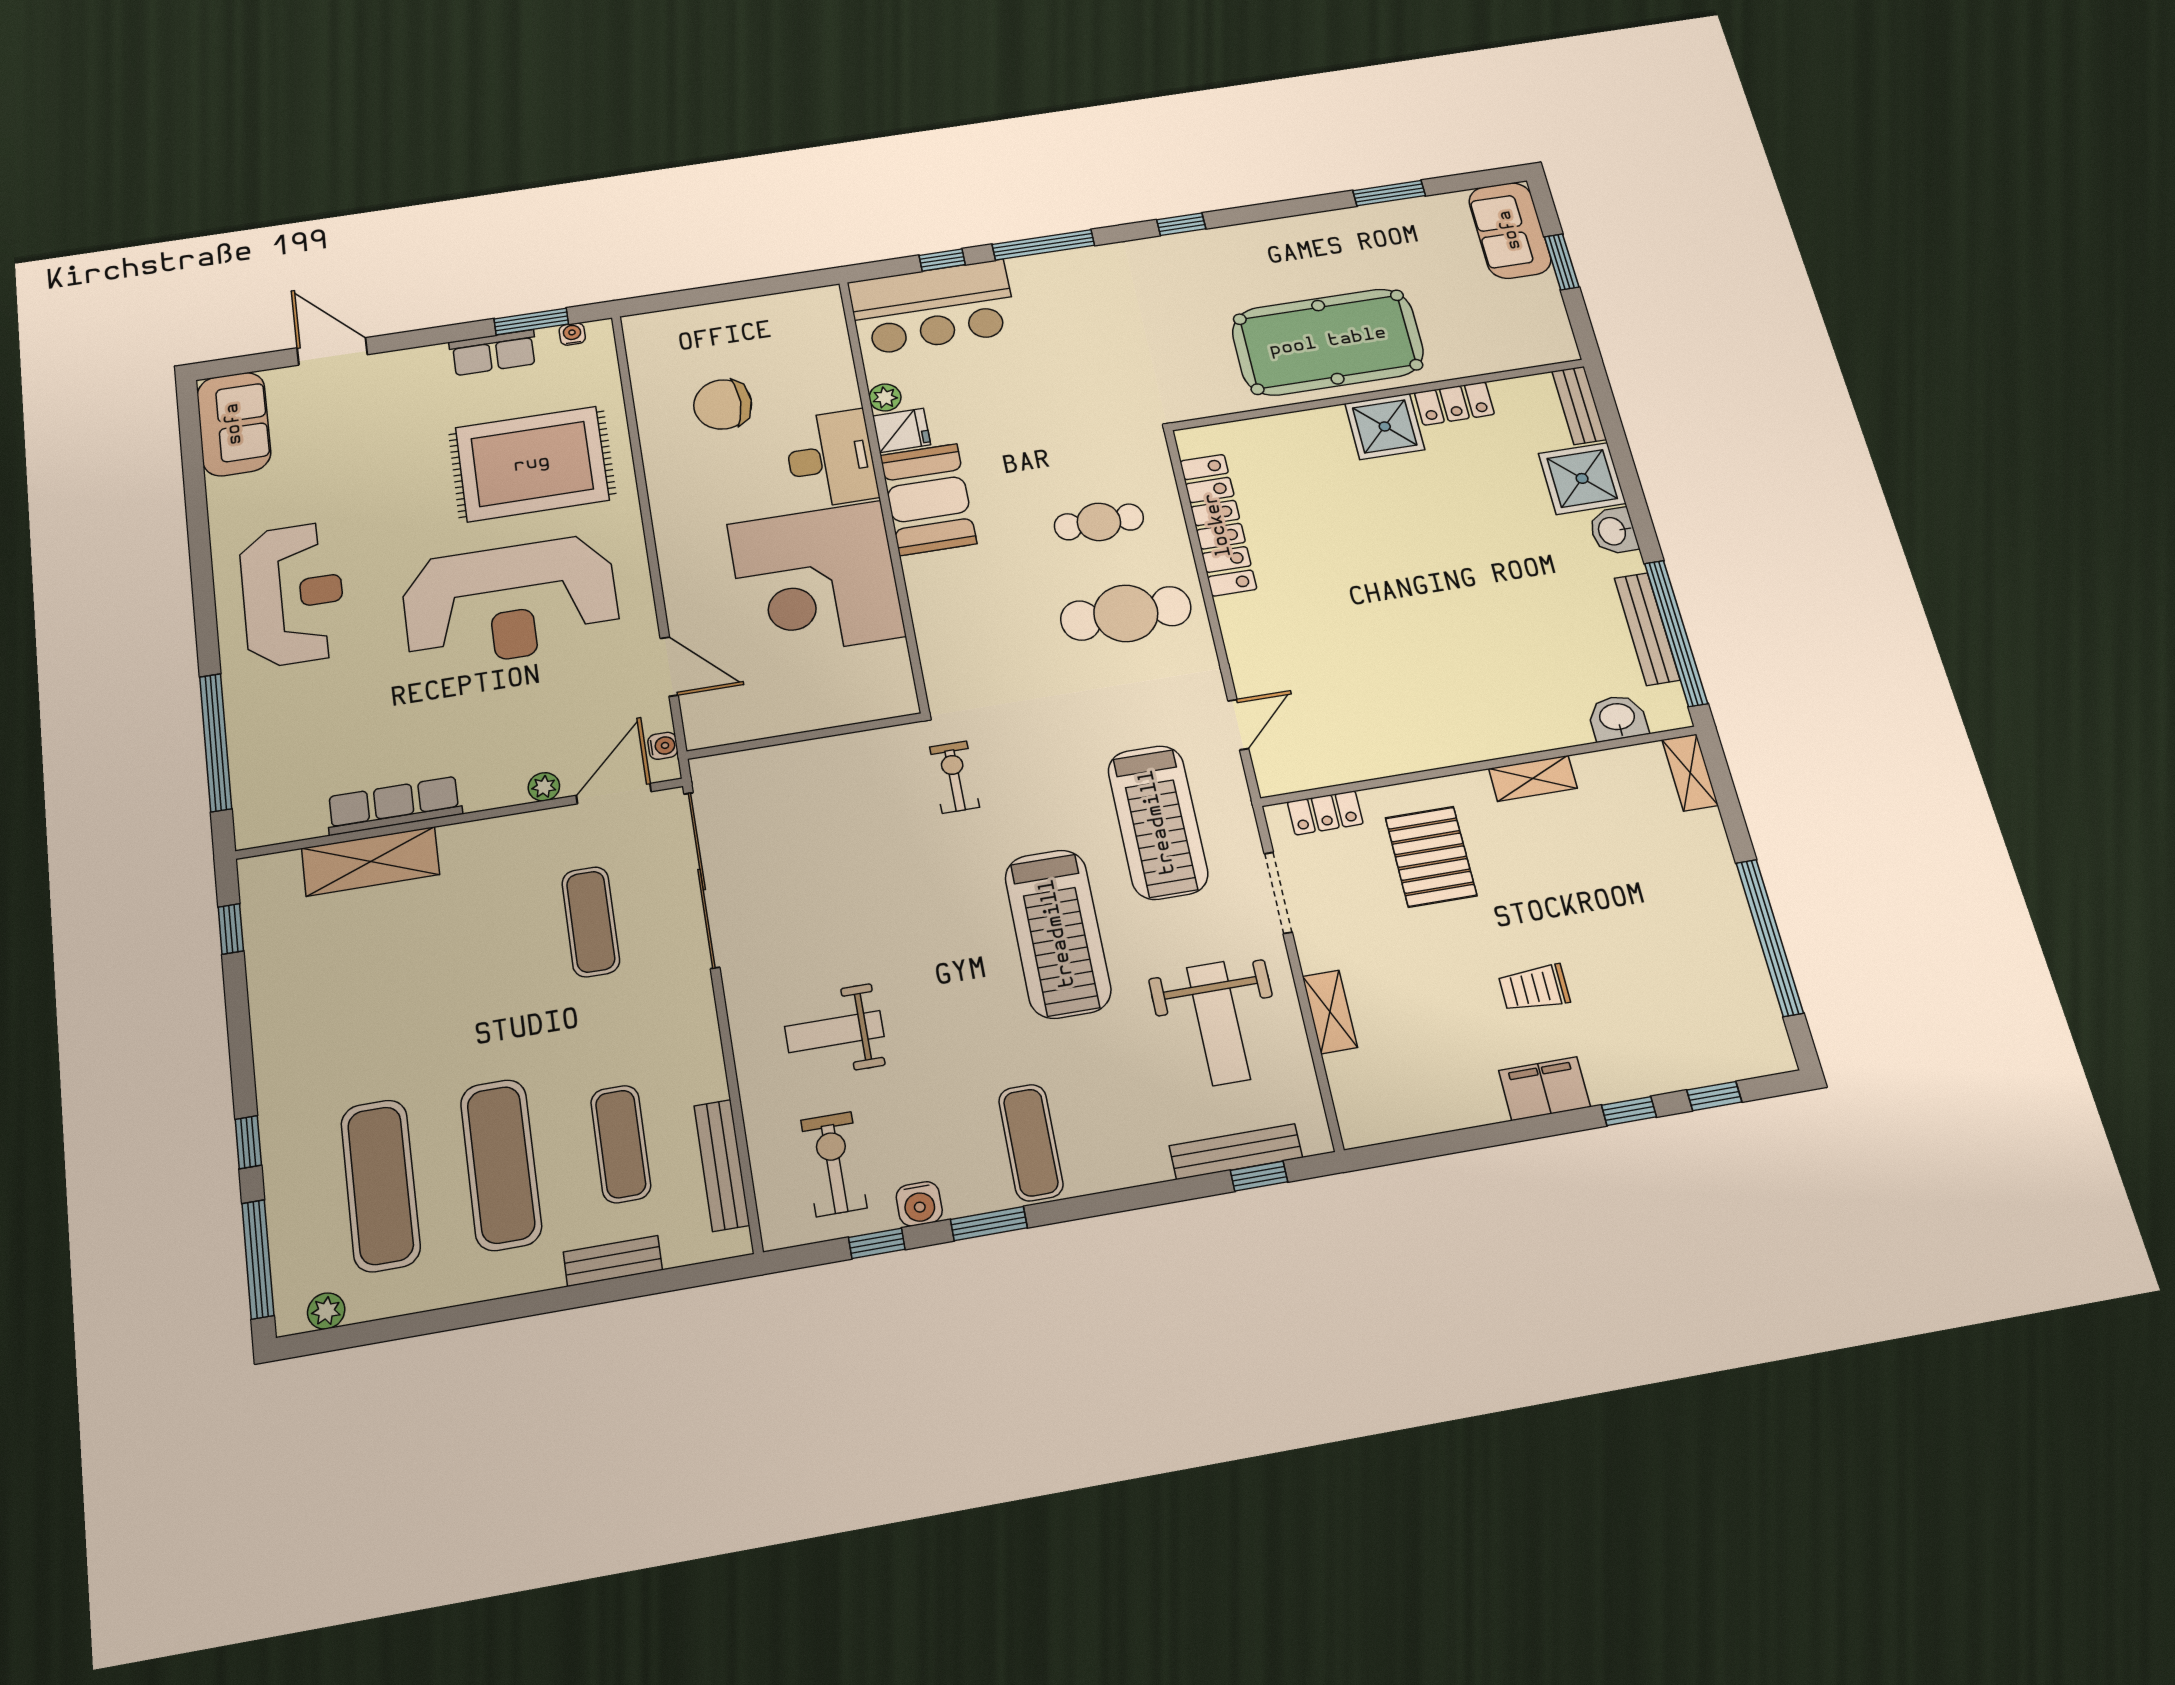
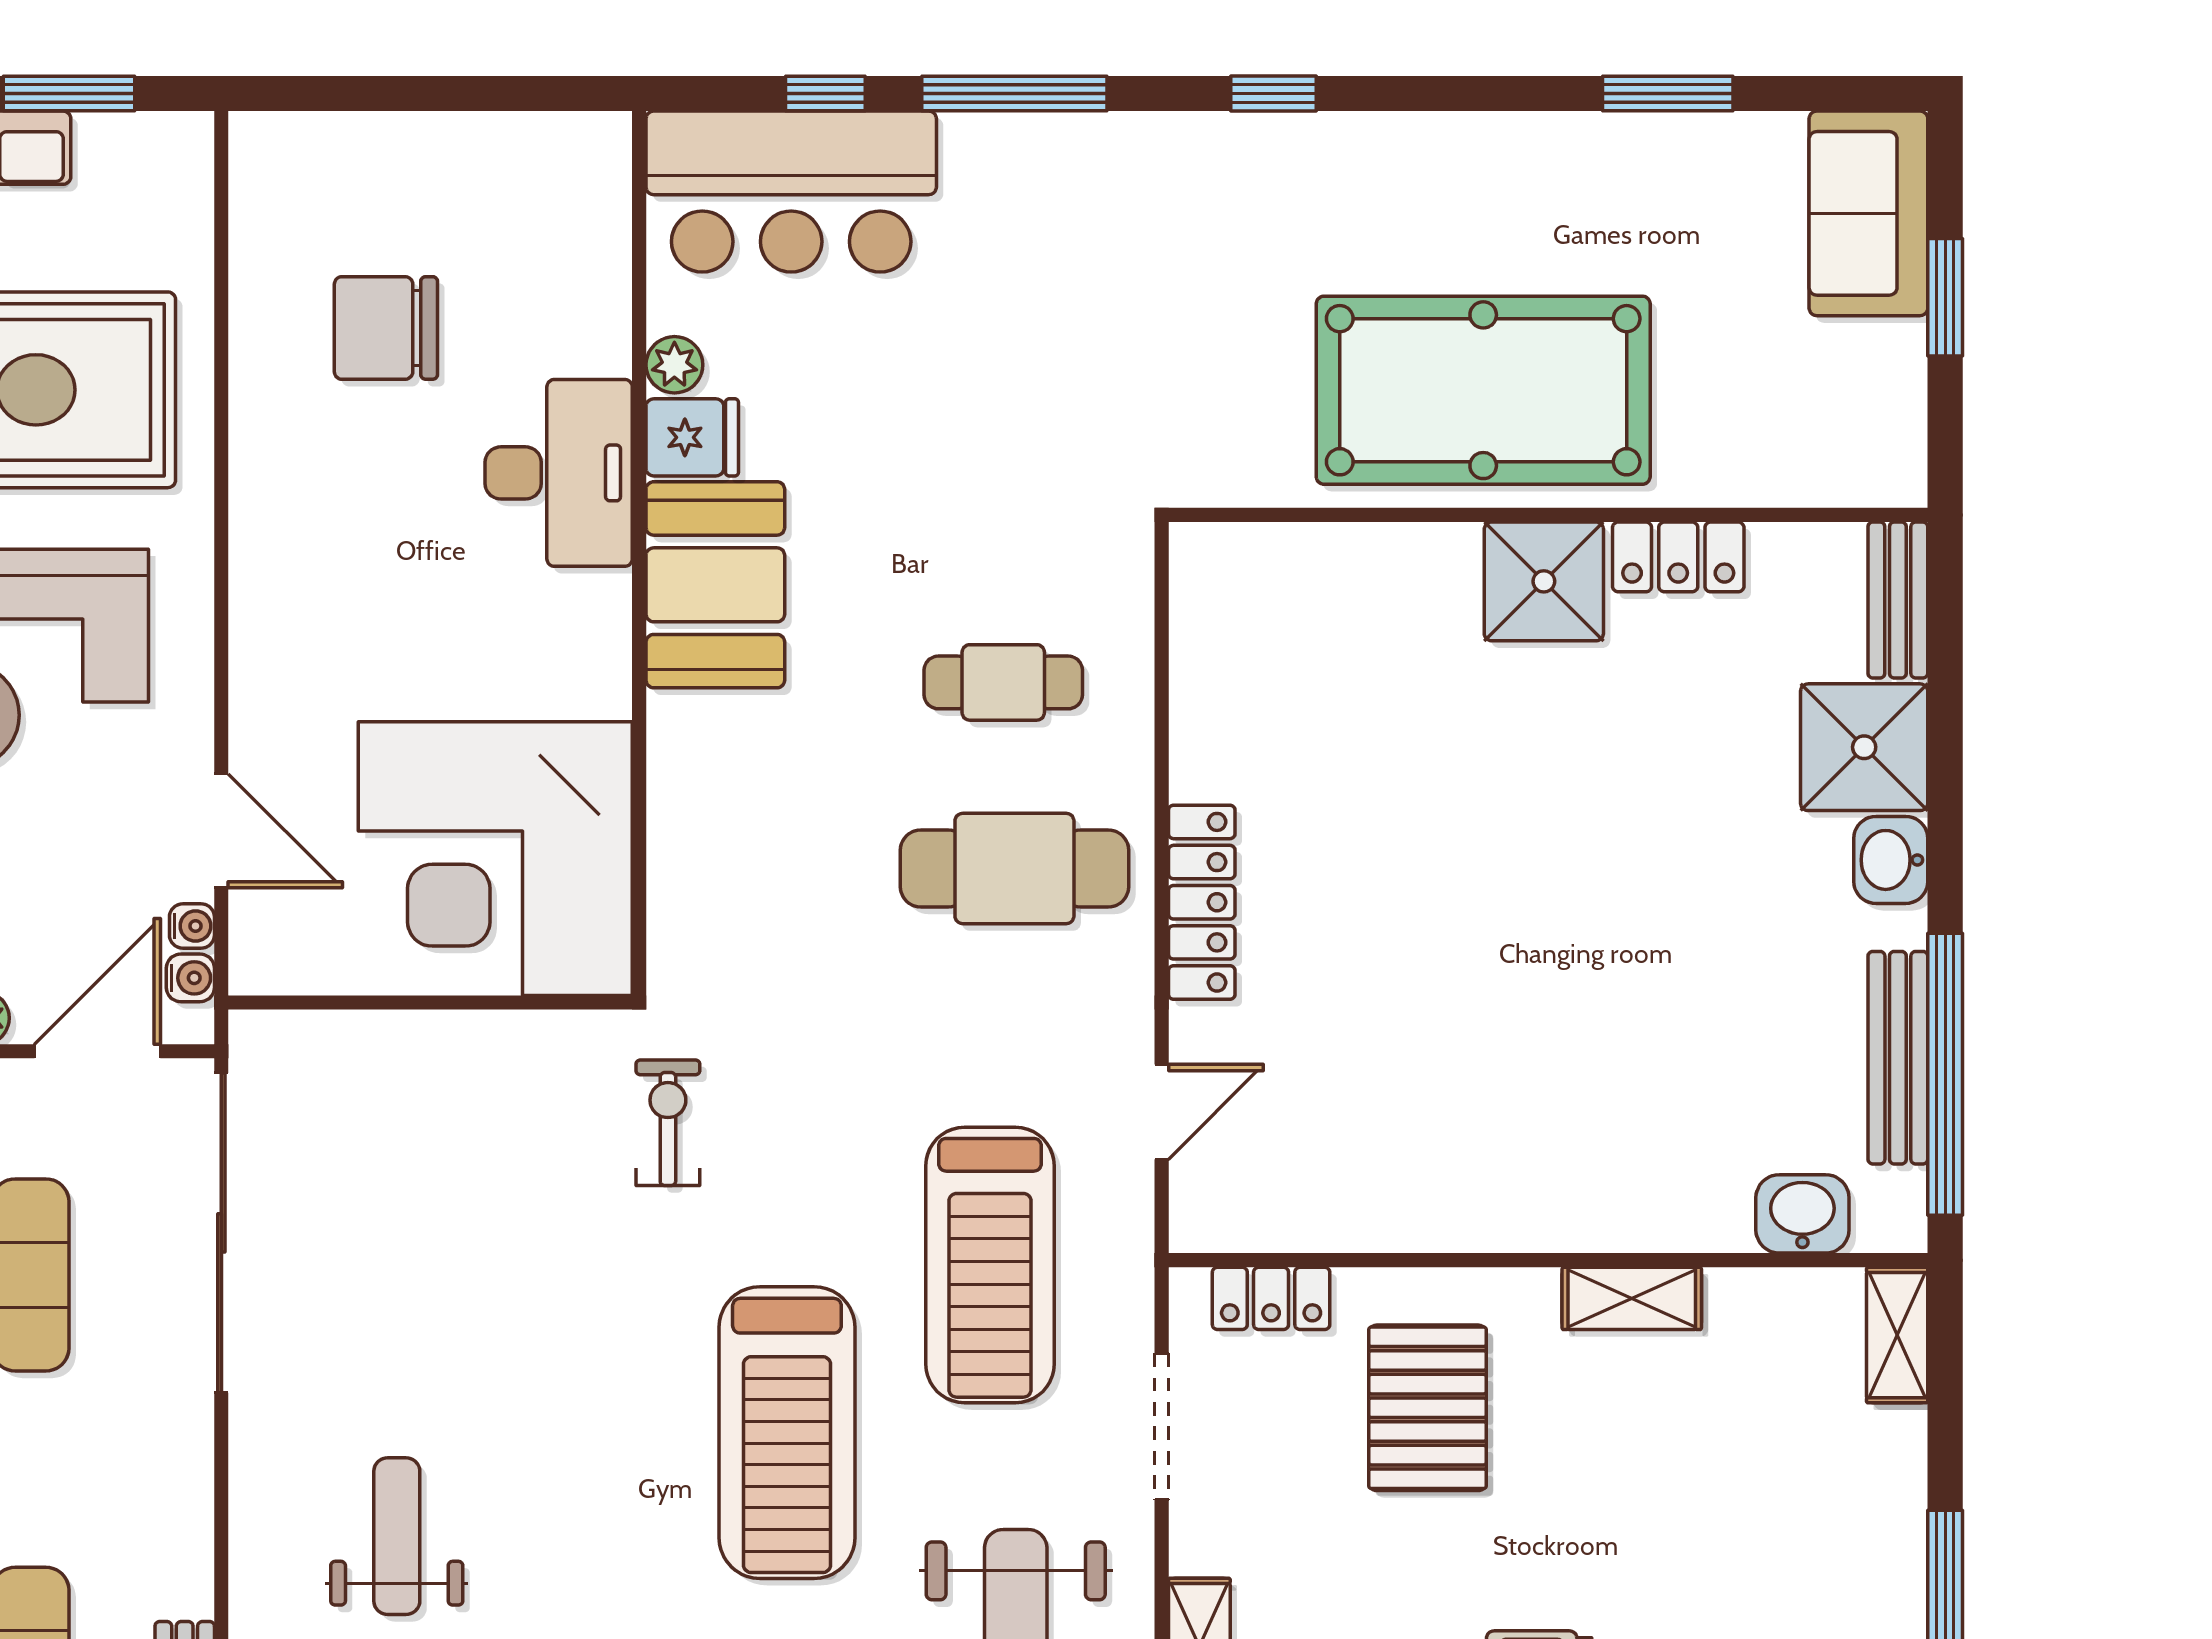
water cooler: (572, 334) -> (192, 926), moved, turned 90
locker: (1218, 525) -> (1202, 902), moved, width x0.71, depth x0.83
corner desk: (816, 580) -> (495, 859), moved
weight bench: (834, 1032) -> (397, 1536), turned 90

